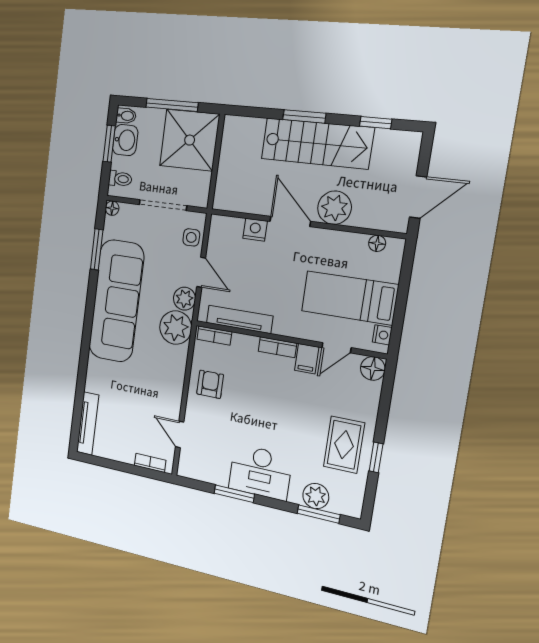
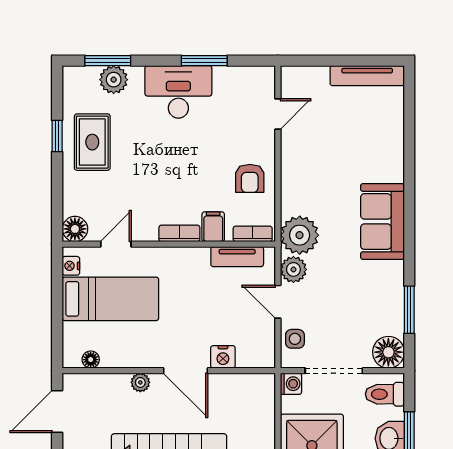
toilet: (120, 179) -> (385, 394), width x1.37, depth x1.39
washing machine: (200, 198) -> (291, 384), added
floor lamp: (112, 208) -> (388, 352), width x1.89, depth x1.89
plant: (334, 208) -> (140, 382), width x0.53, depth x0.53
sofa: (116, 301) -> (382, 222), width x0.54, depth x0.79
tv unit: (239, 319) -> (237, 257), width x0.71
filing cabinet: (307, 359) -> (213, 227), moved
tv unit: (88, 423) -> (367, 76), moved, turned -90
door: (180, 434) -> (278, 114), hinge flipped
bookcase: (150, 463) -> (309, 73), removed

